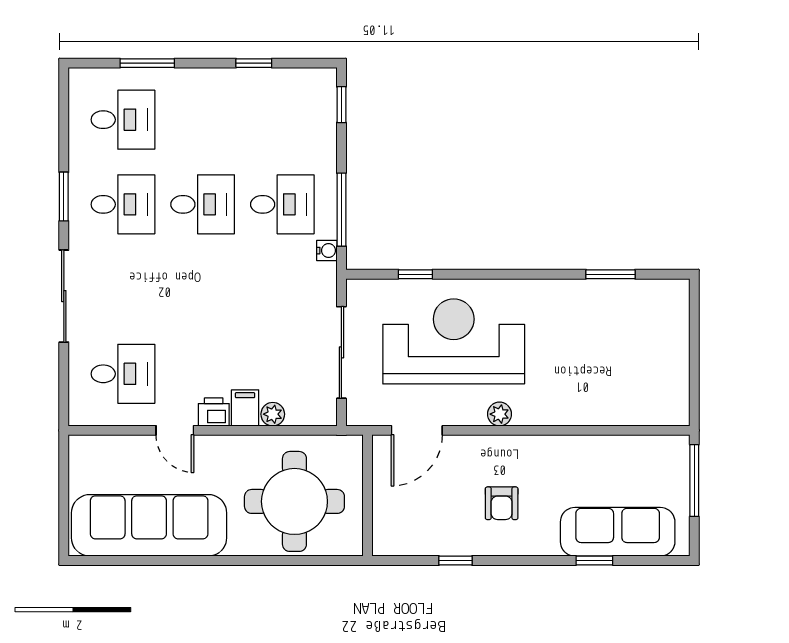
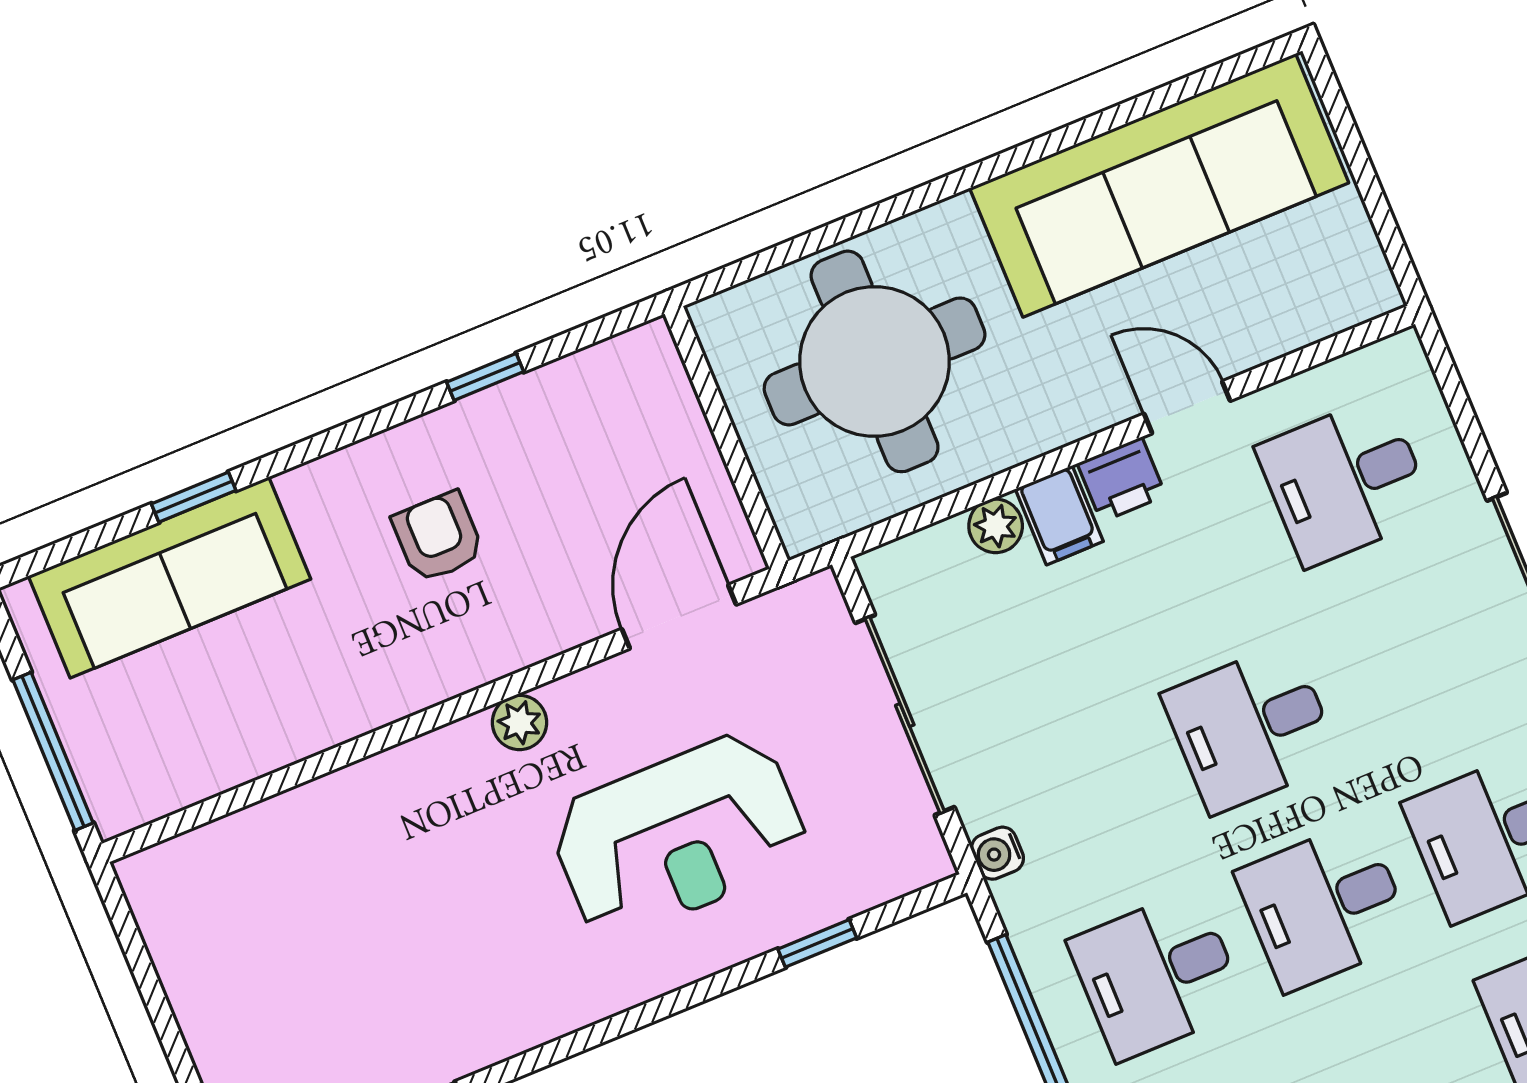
water cooler: (327, 251) -> (997, 853), moved
desk: (203, 289) -> (1251, 728), added
reception desk: (454, 341) -> (679, 836), width x0.74, depth x0.77

